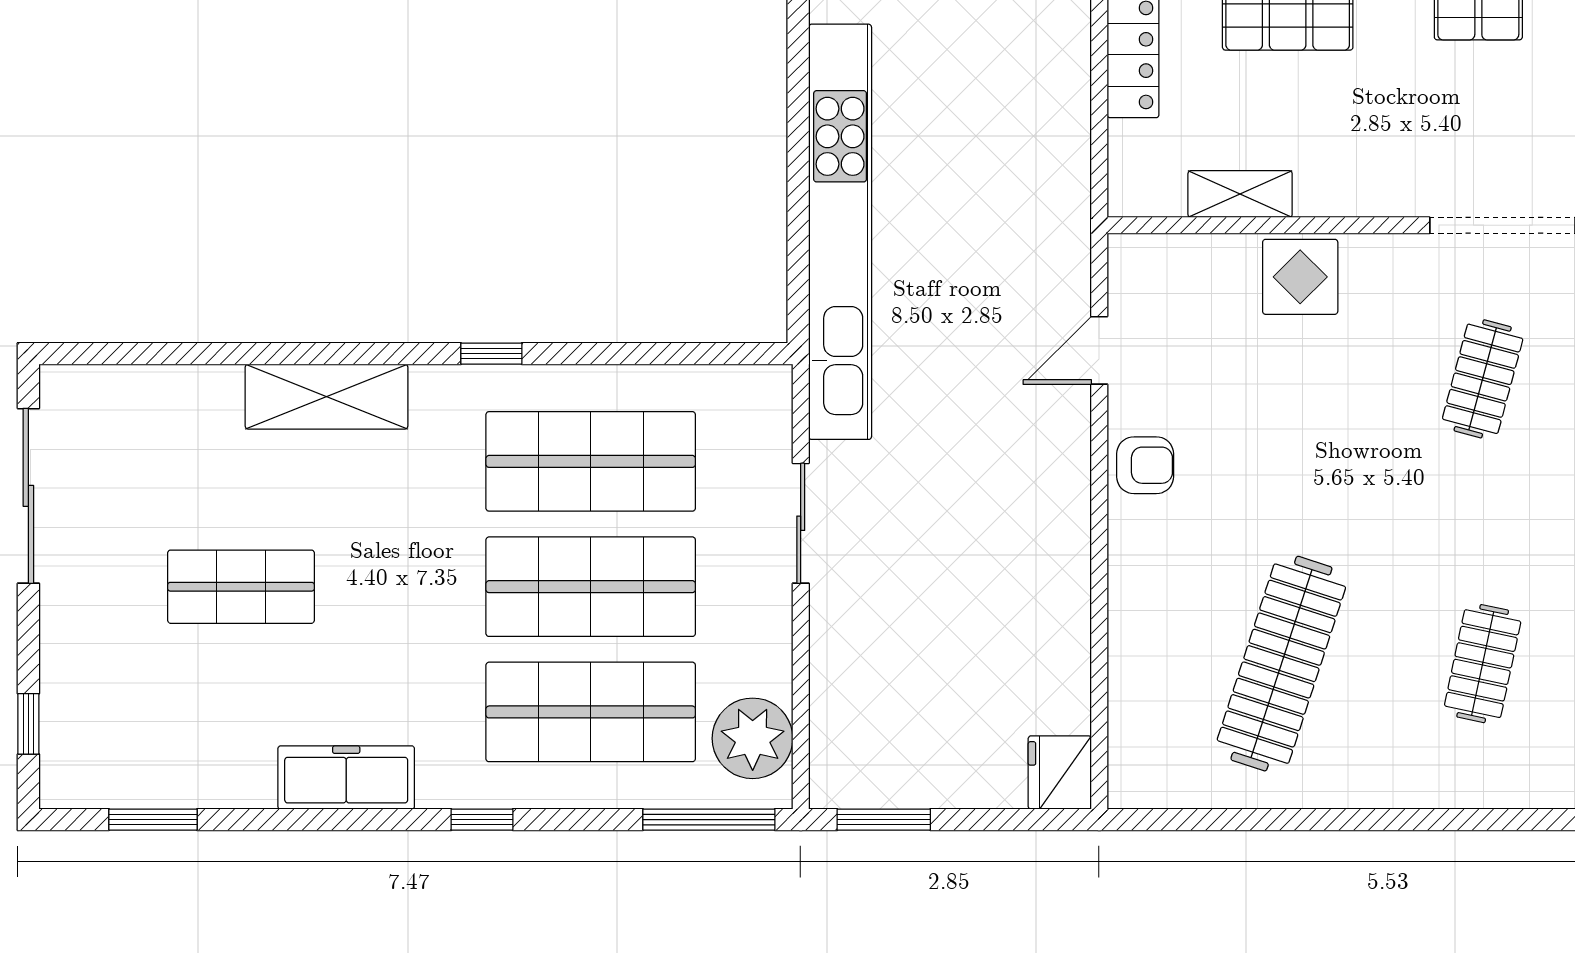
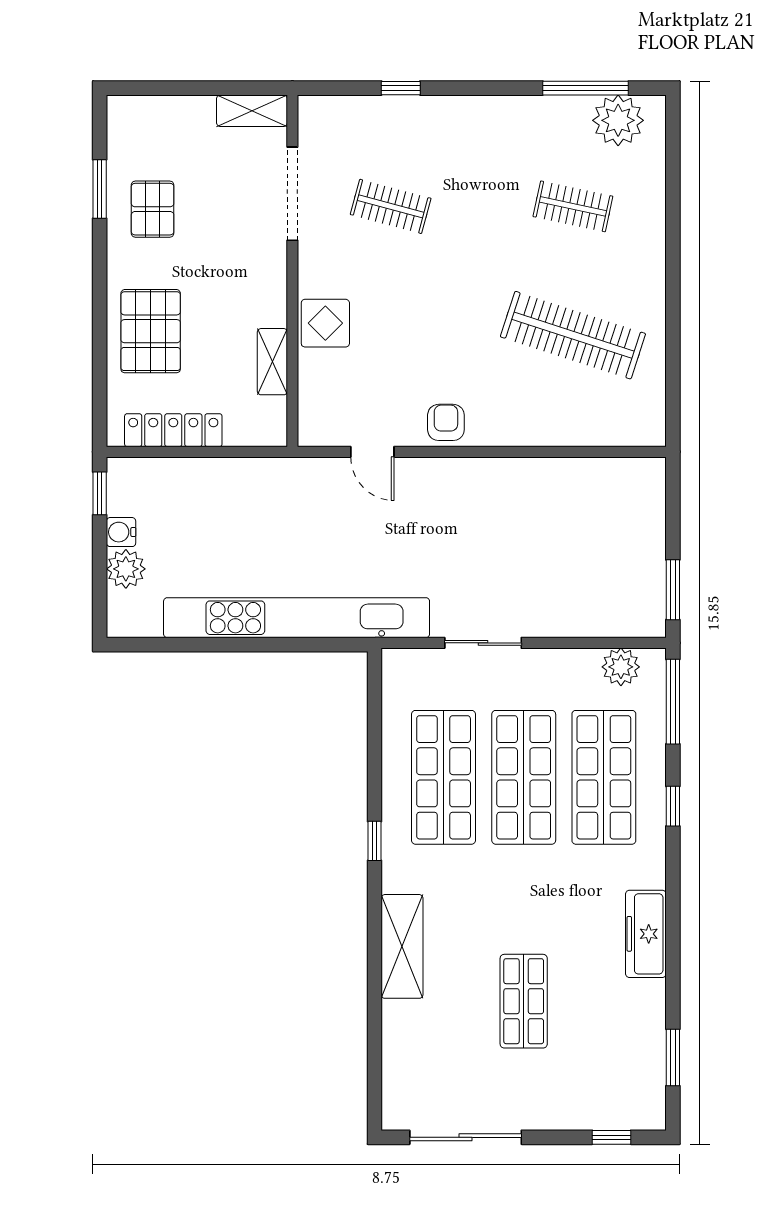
plant: (753, 738) -> (621, 667), width x0.73, depth x0.73
fridge: (1060, 773) -> (643, 477), removed
window: (482, 820) -> (673, 806), moved

